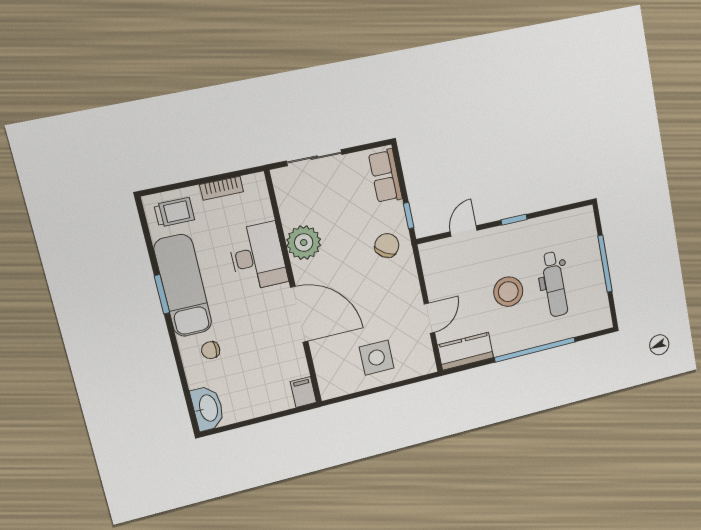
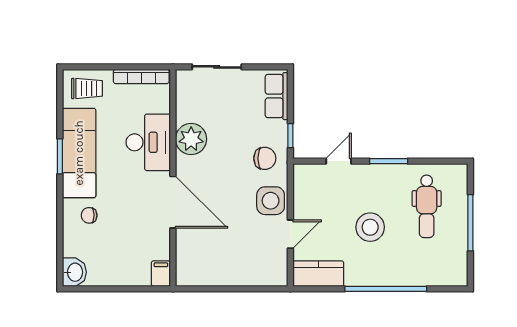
bookcase: (222, 188) -> (141, 76), width x1.56
window: (514, 220) -> (389, 161), width x1.50
chair: (387, 245) -> (265, 158), turned 58
dental chair: (554, 284) -> (427, 206), moved
side table: (377, 358) -> (271, 201), moved
washbasin: (208, 408) -> (74, 272), width x0.72

